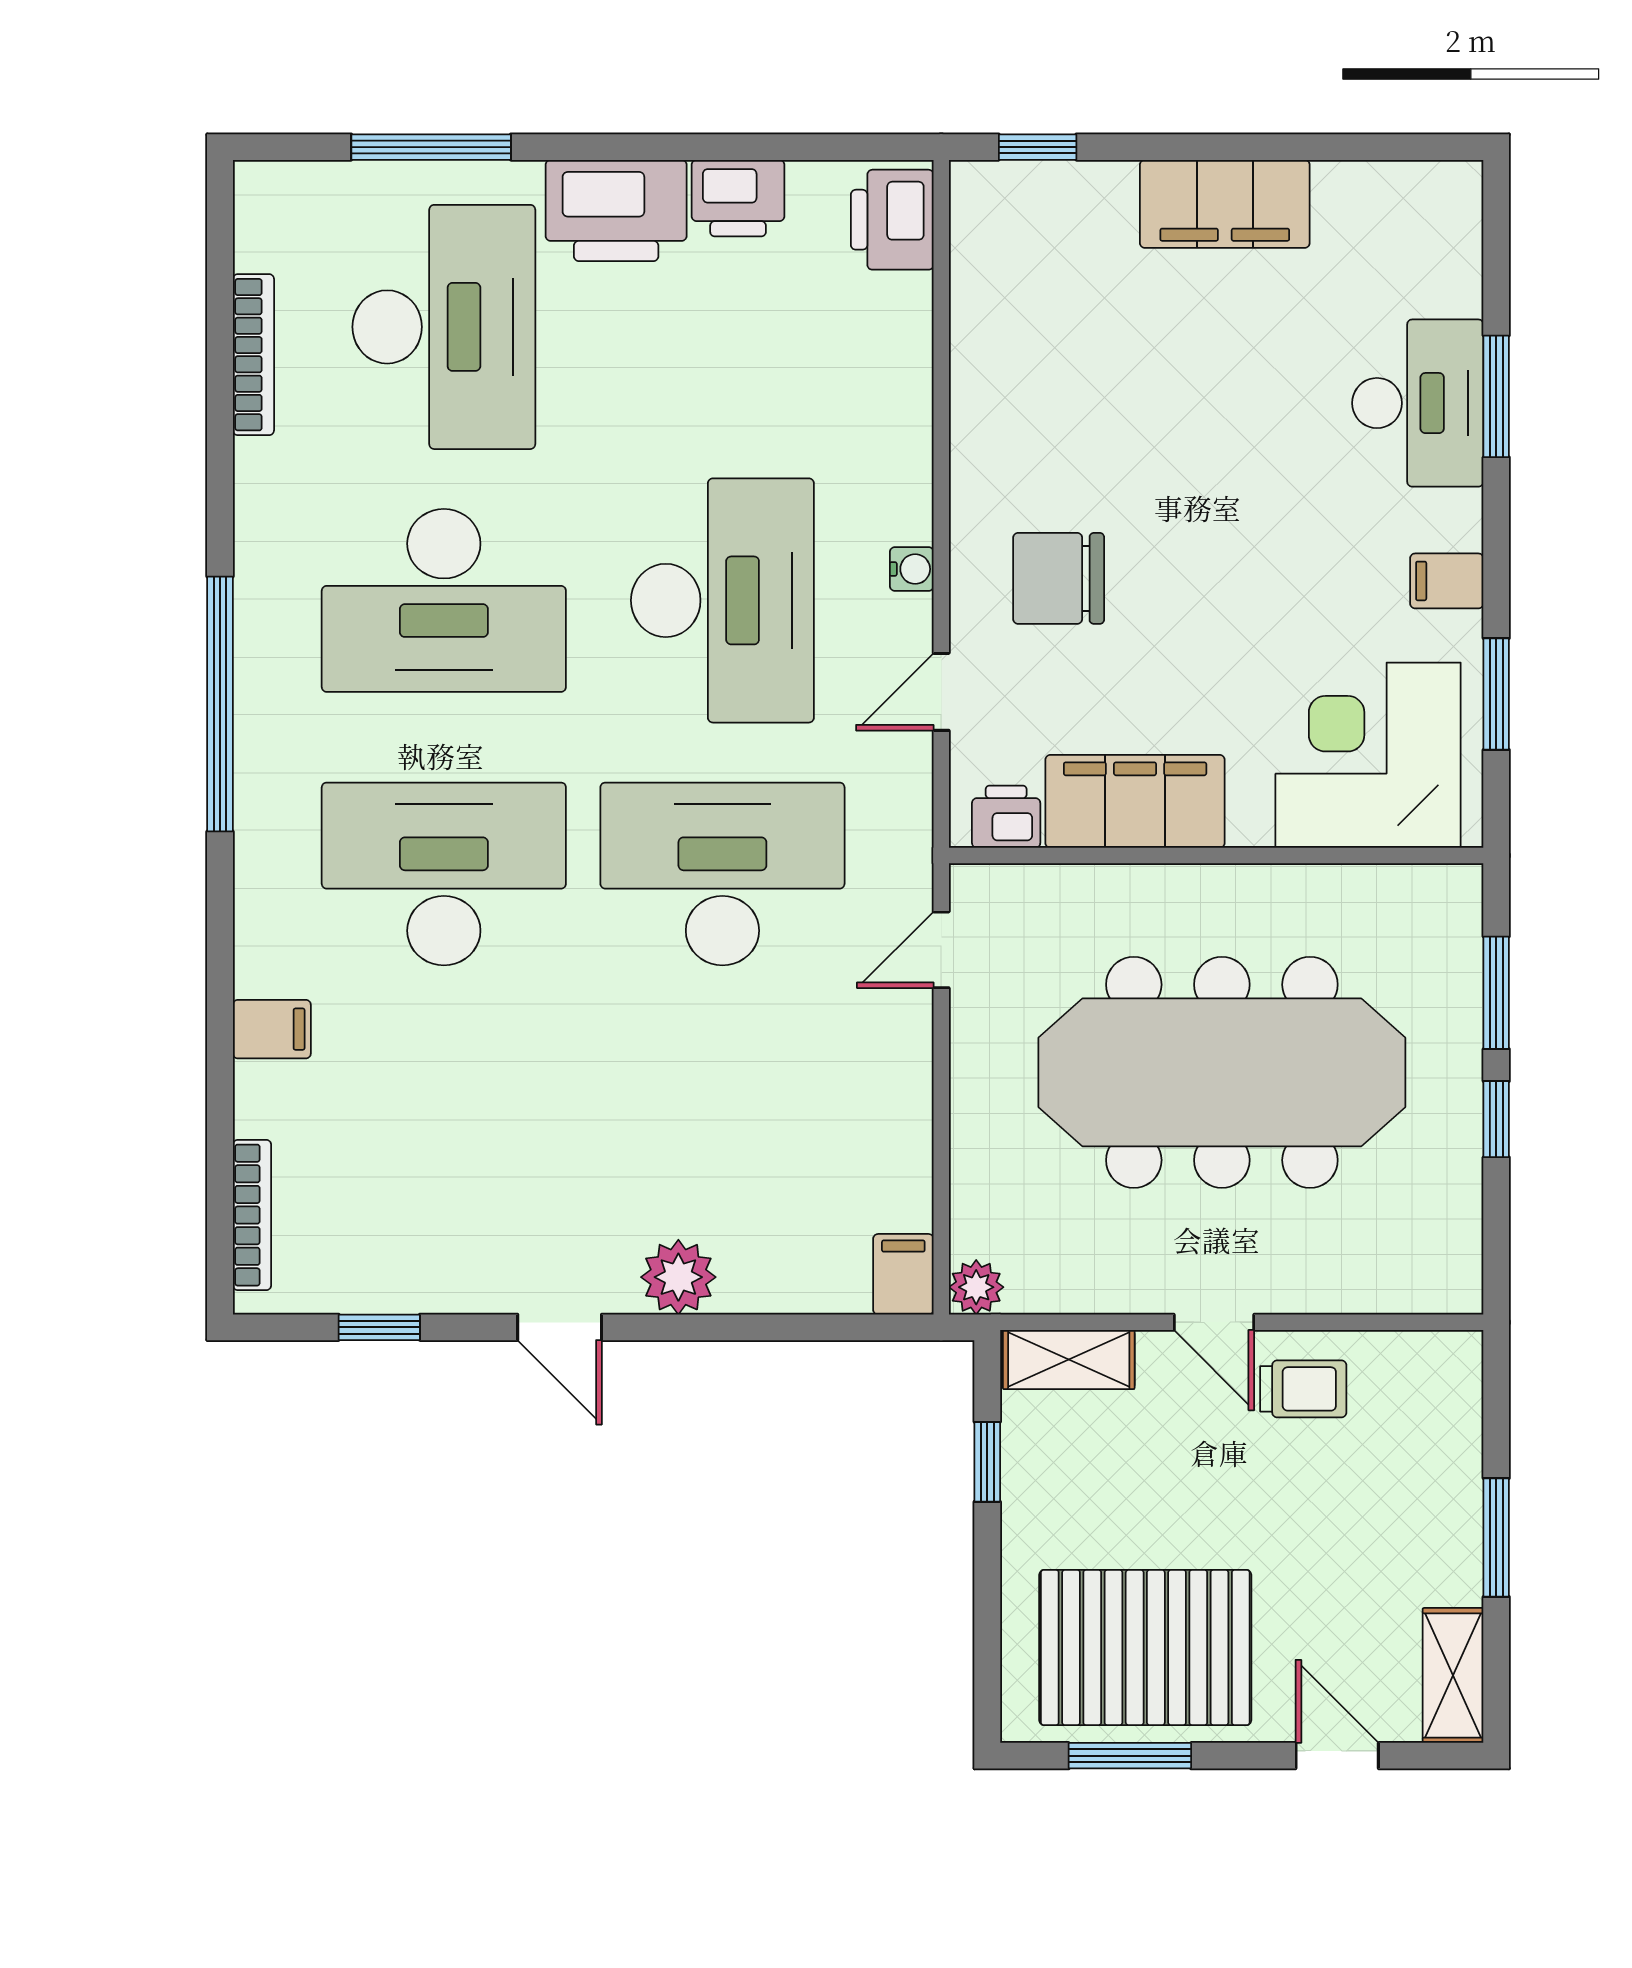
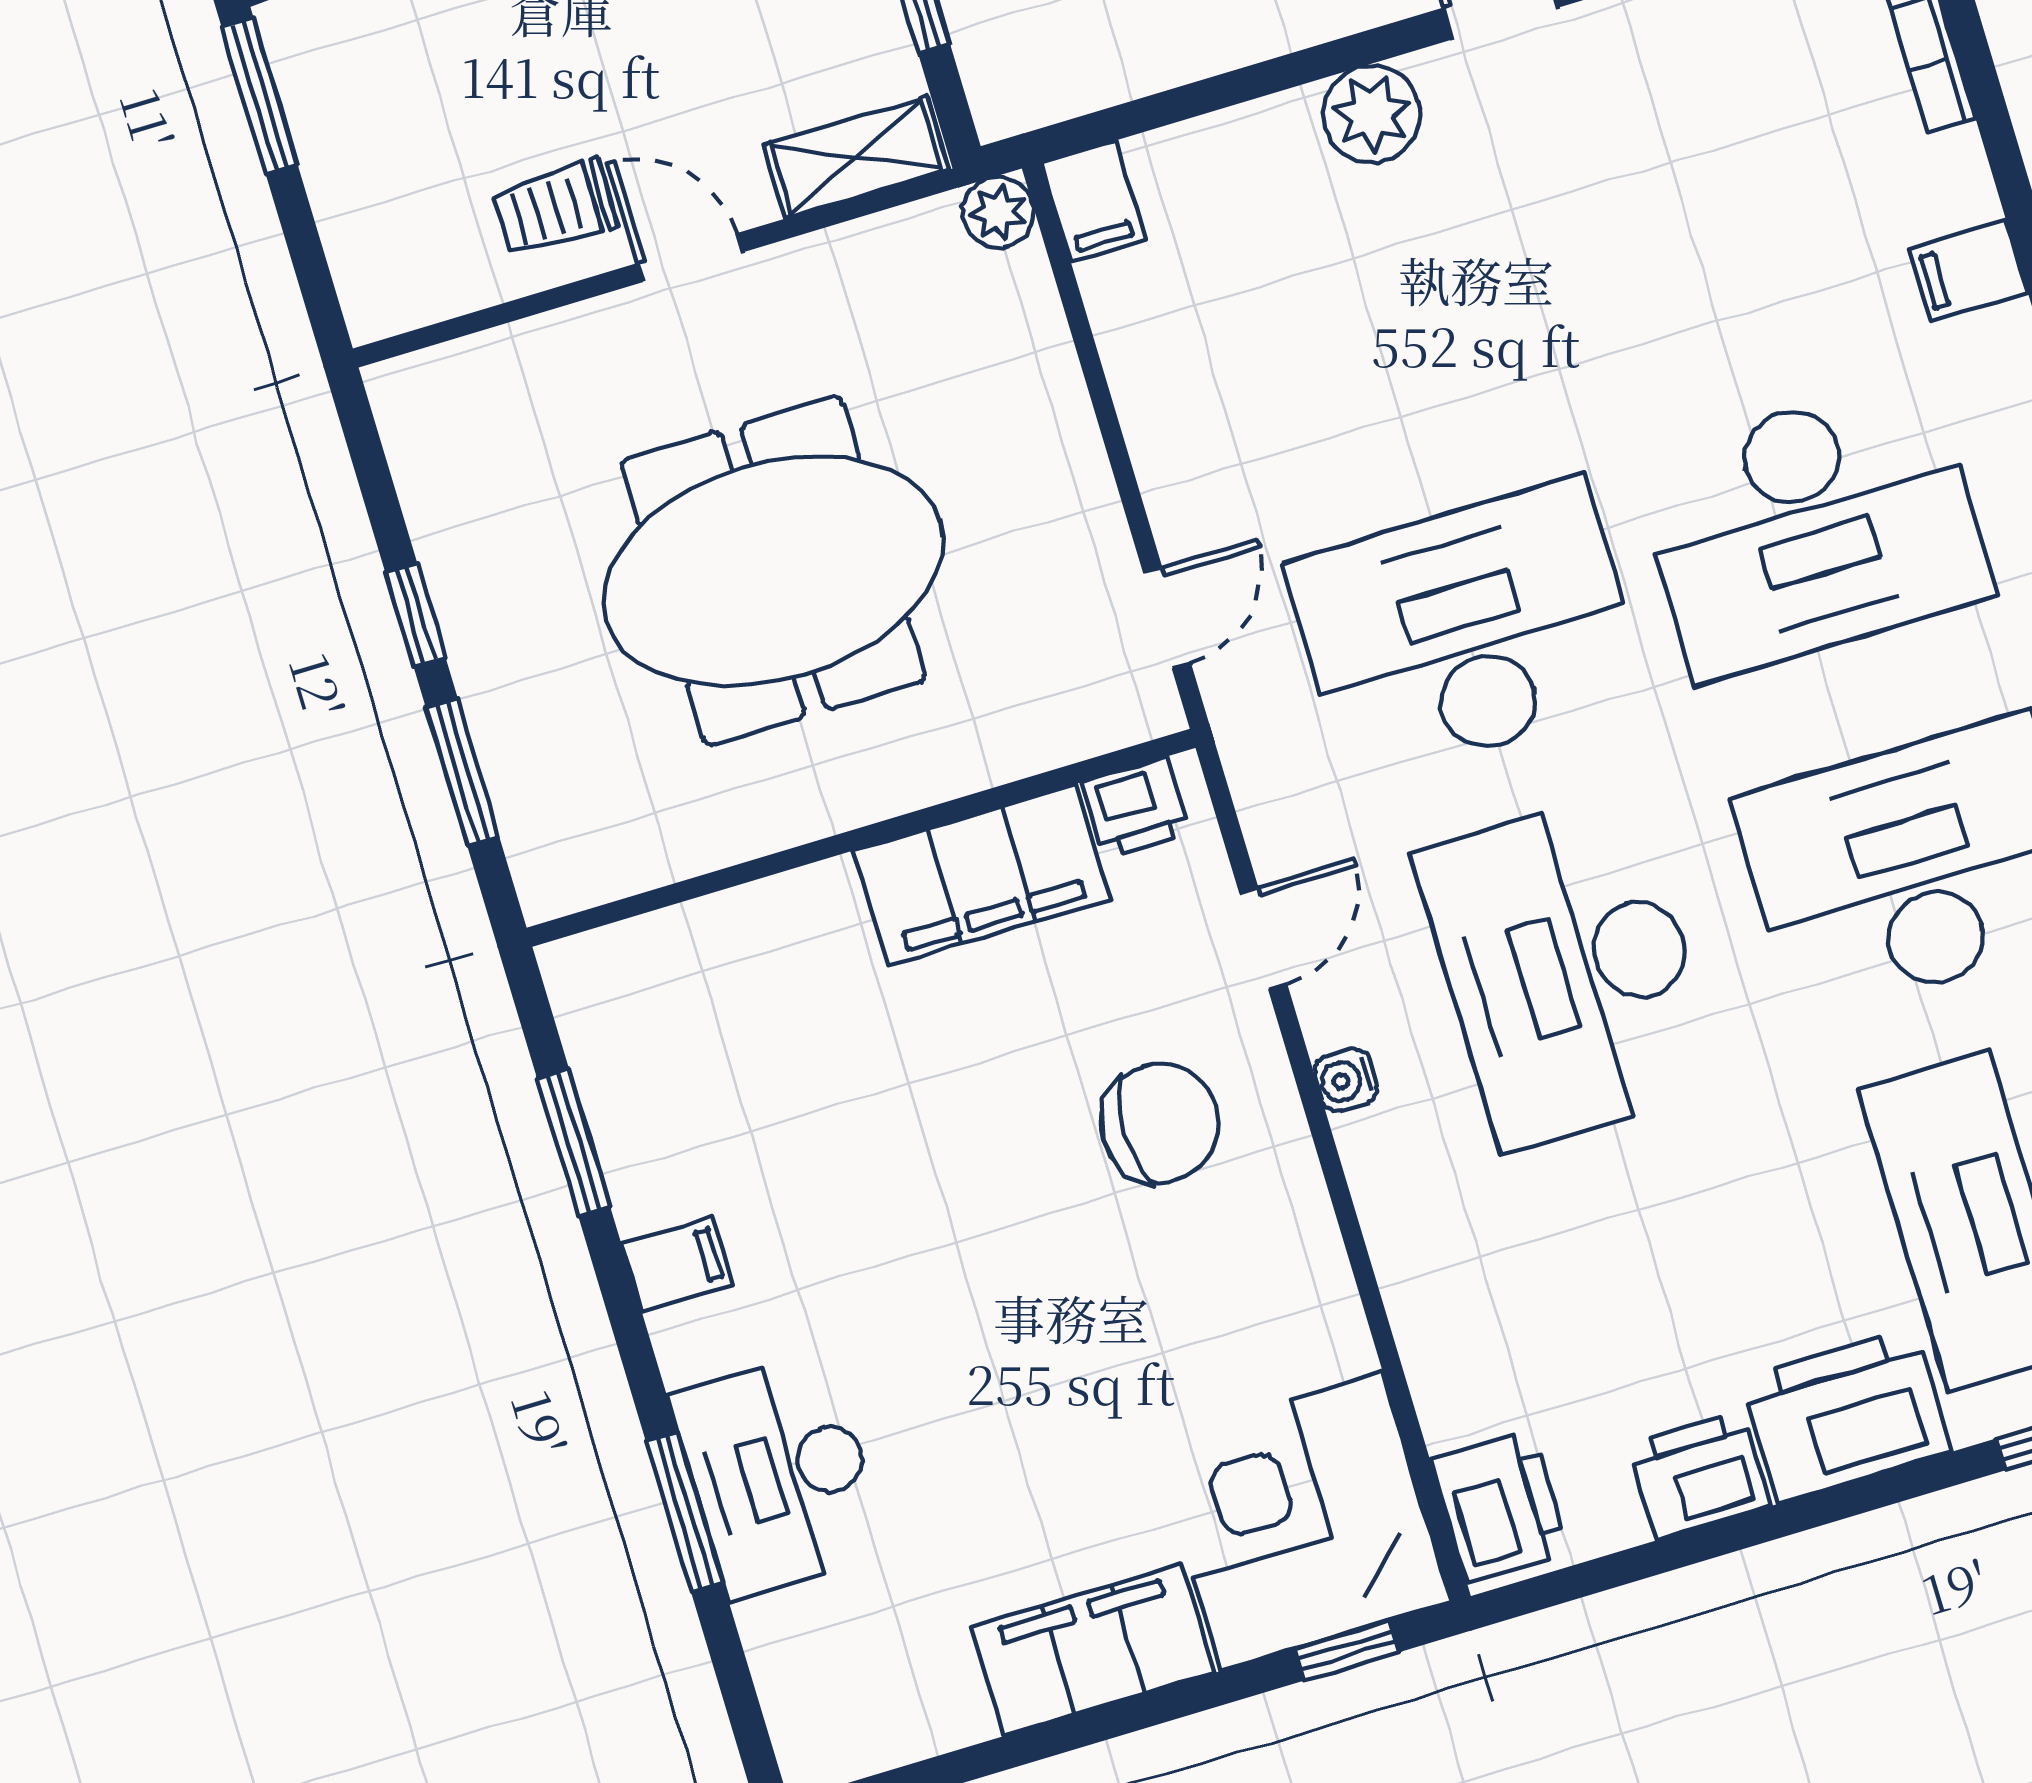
corner desk: (1368, 755) -> (1302, 1521), moved, turned 180
desk: (722, 874) -> (1467, 631), turned 180
meeting table: (1222, 1072) -> (773, 571), width x0.73

